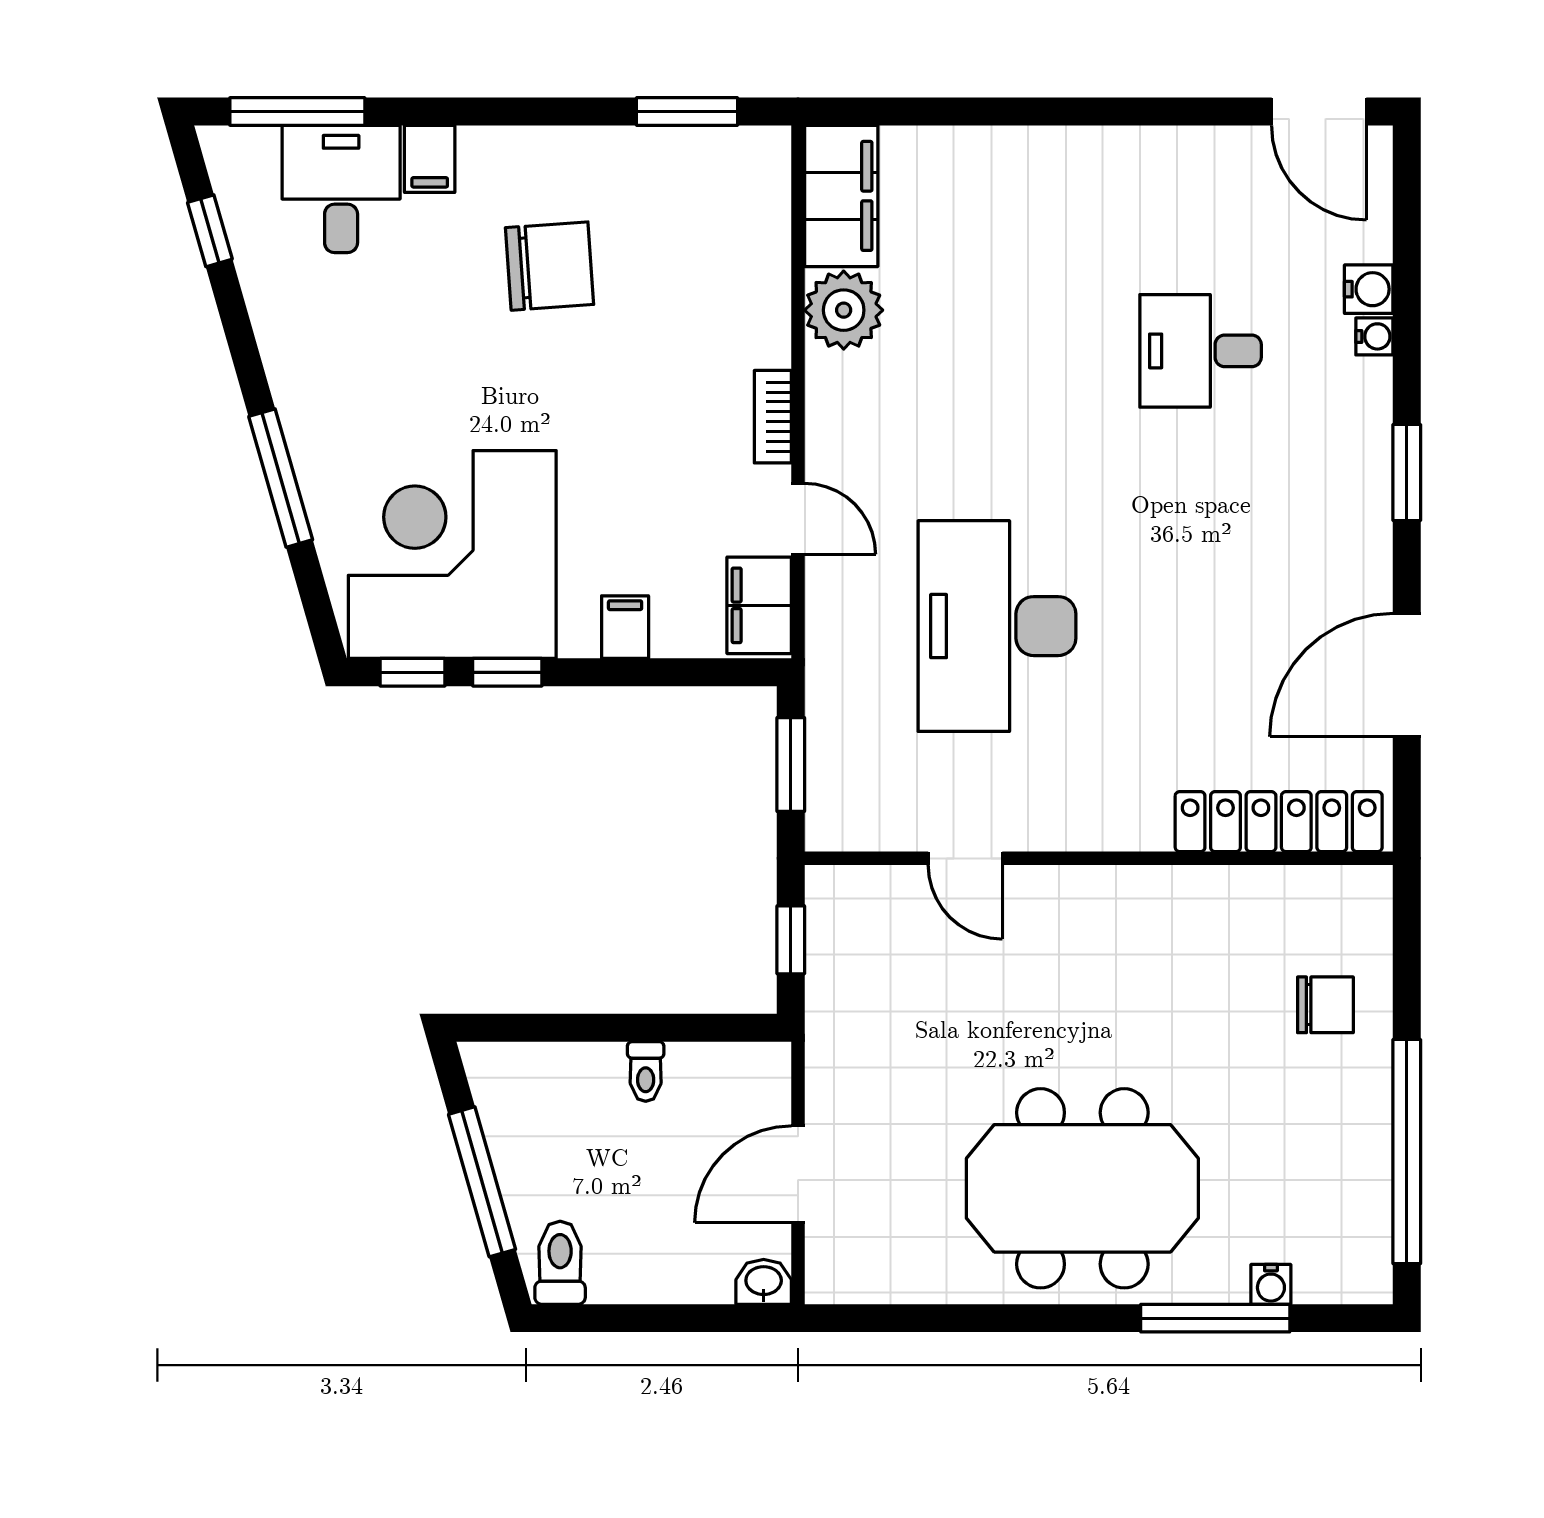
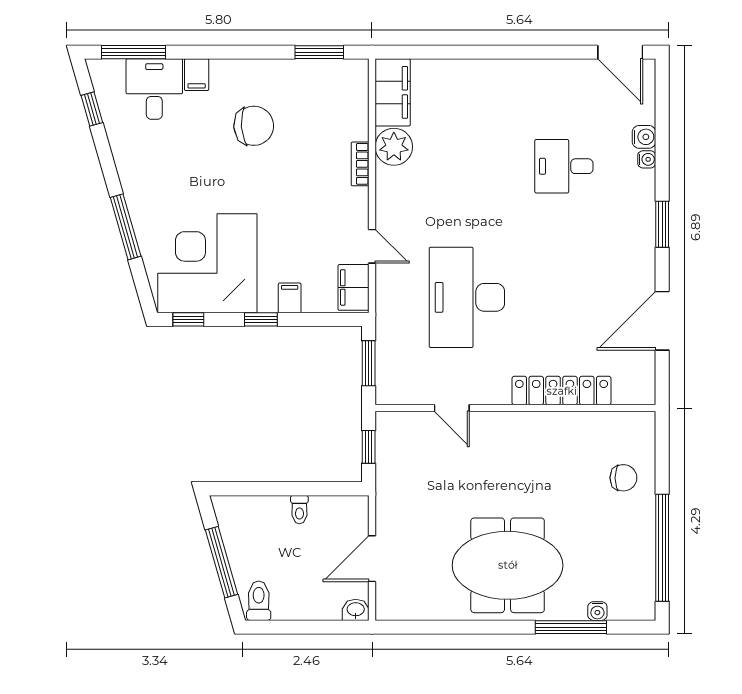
bookcase: (773, 417) -> (360, 164), moved
window: (507, 672) -> (261, 319), moved
locker: (1279, 822) -> (562, 391), moved

